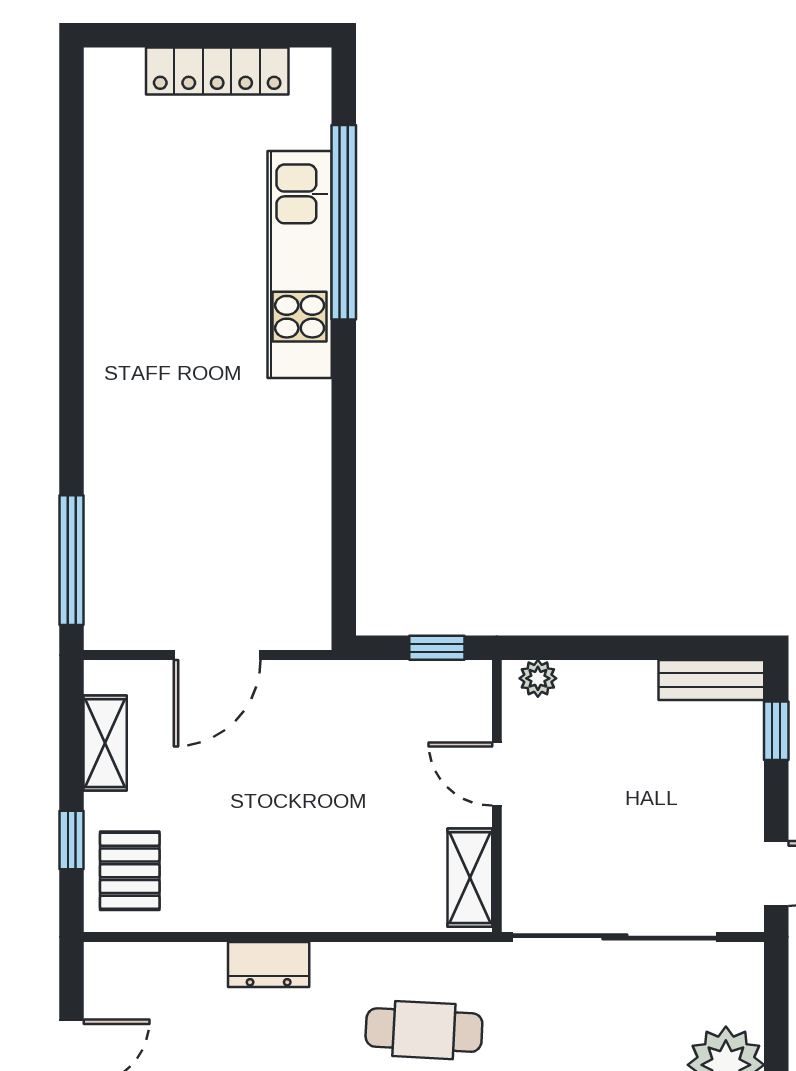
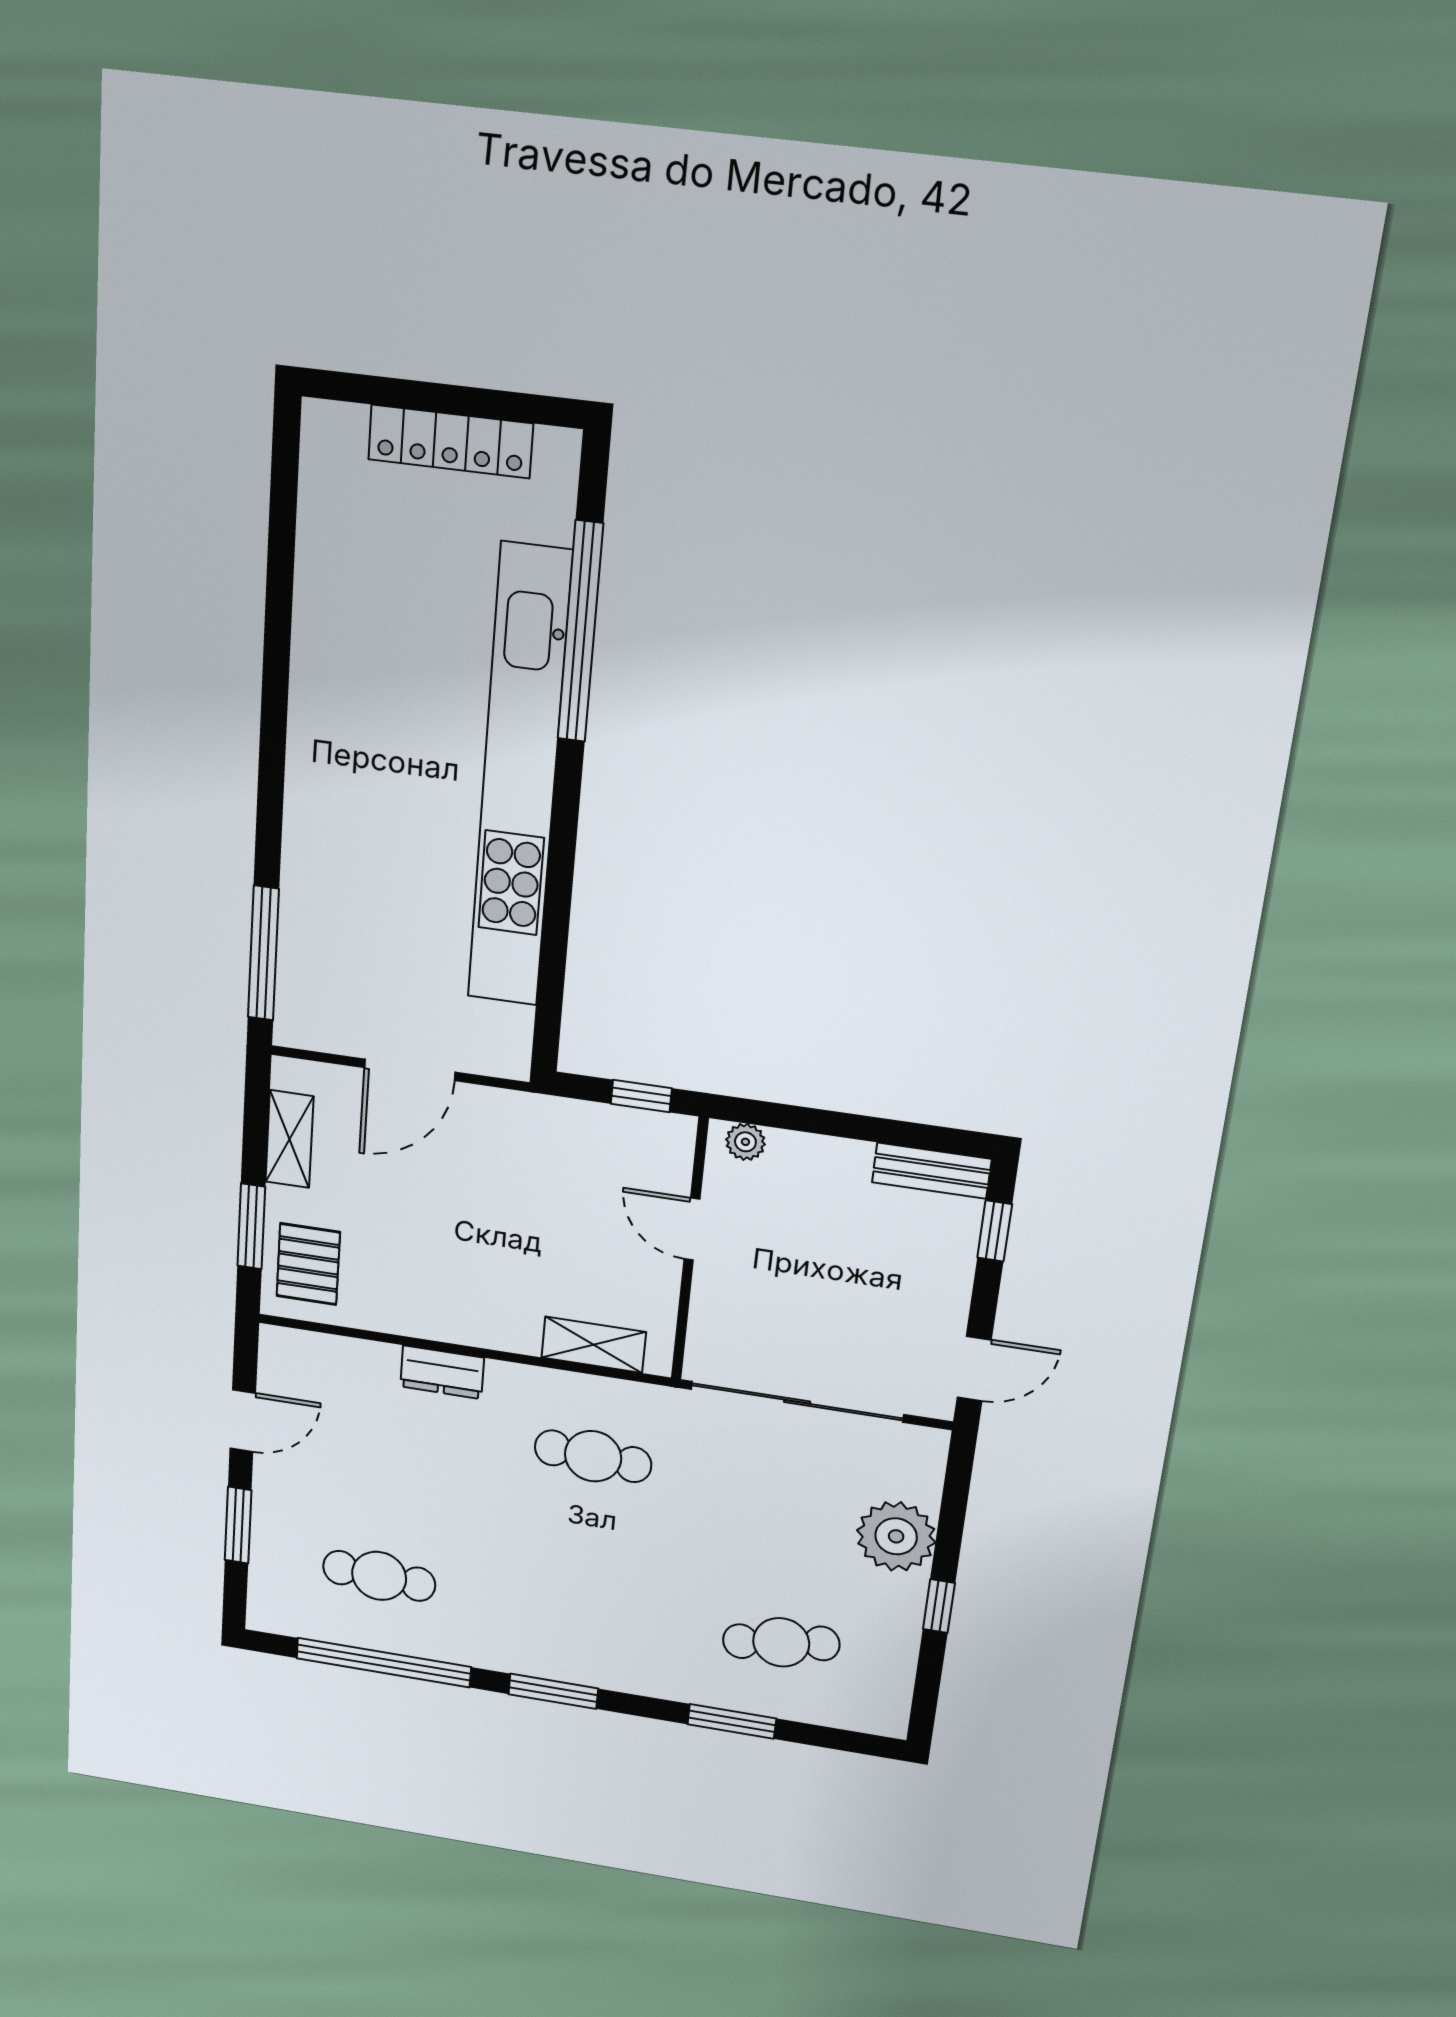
kitchen unit: (300, 264) -> (519, 779), width x1.86
window: (72, 840) -> (251, 1226), width x1.50
shelving: (470, 878) -> (594, 1345), moved, turned 90

